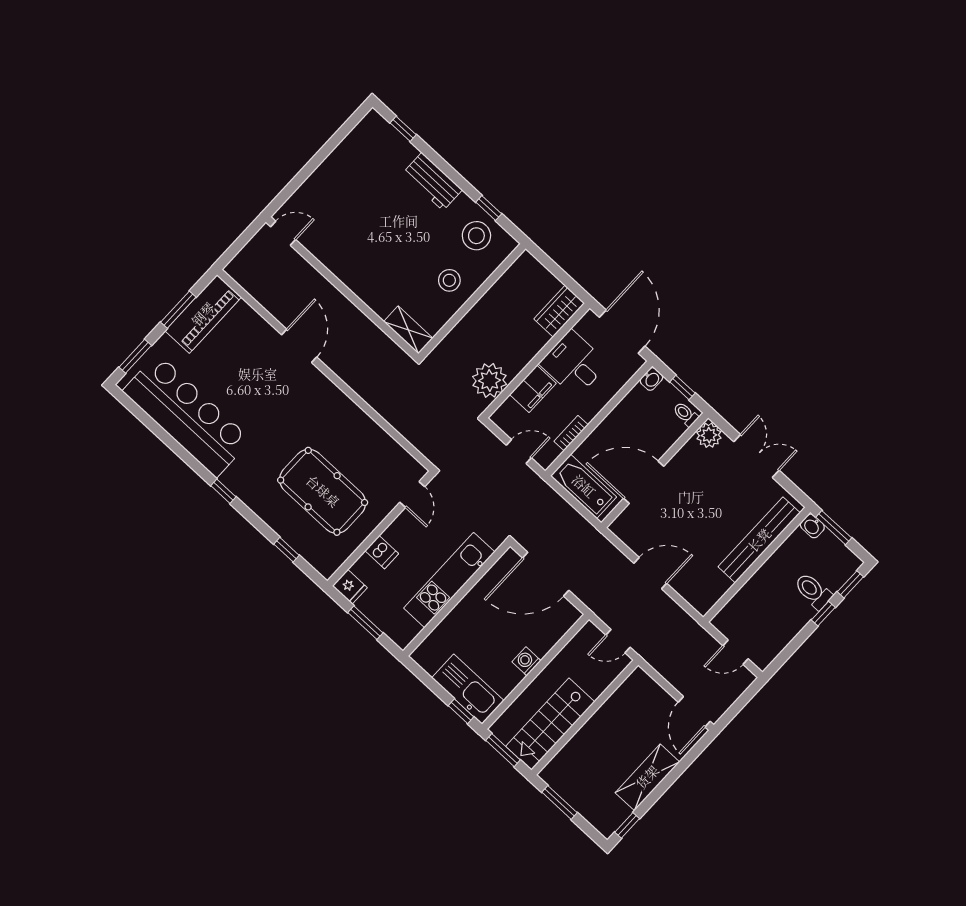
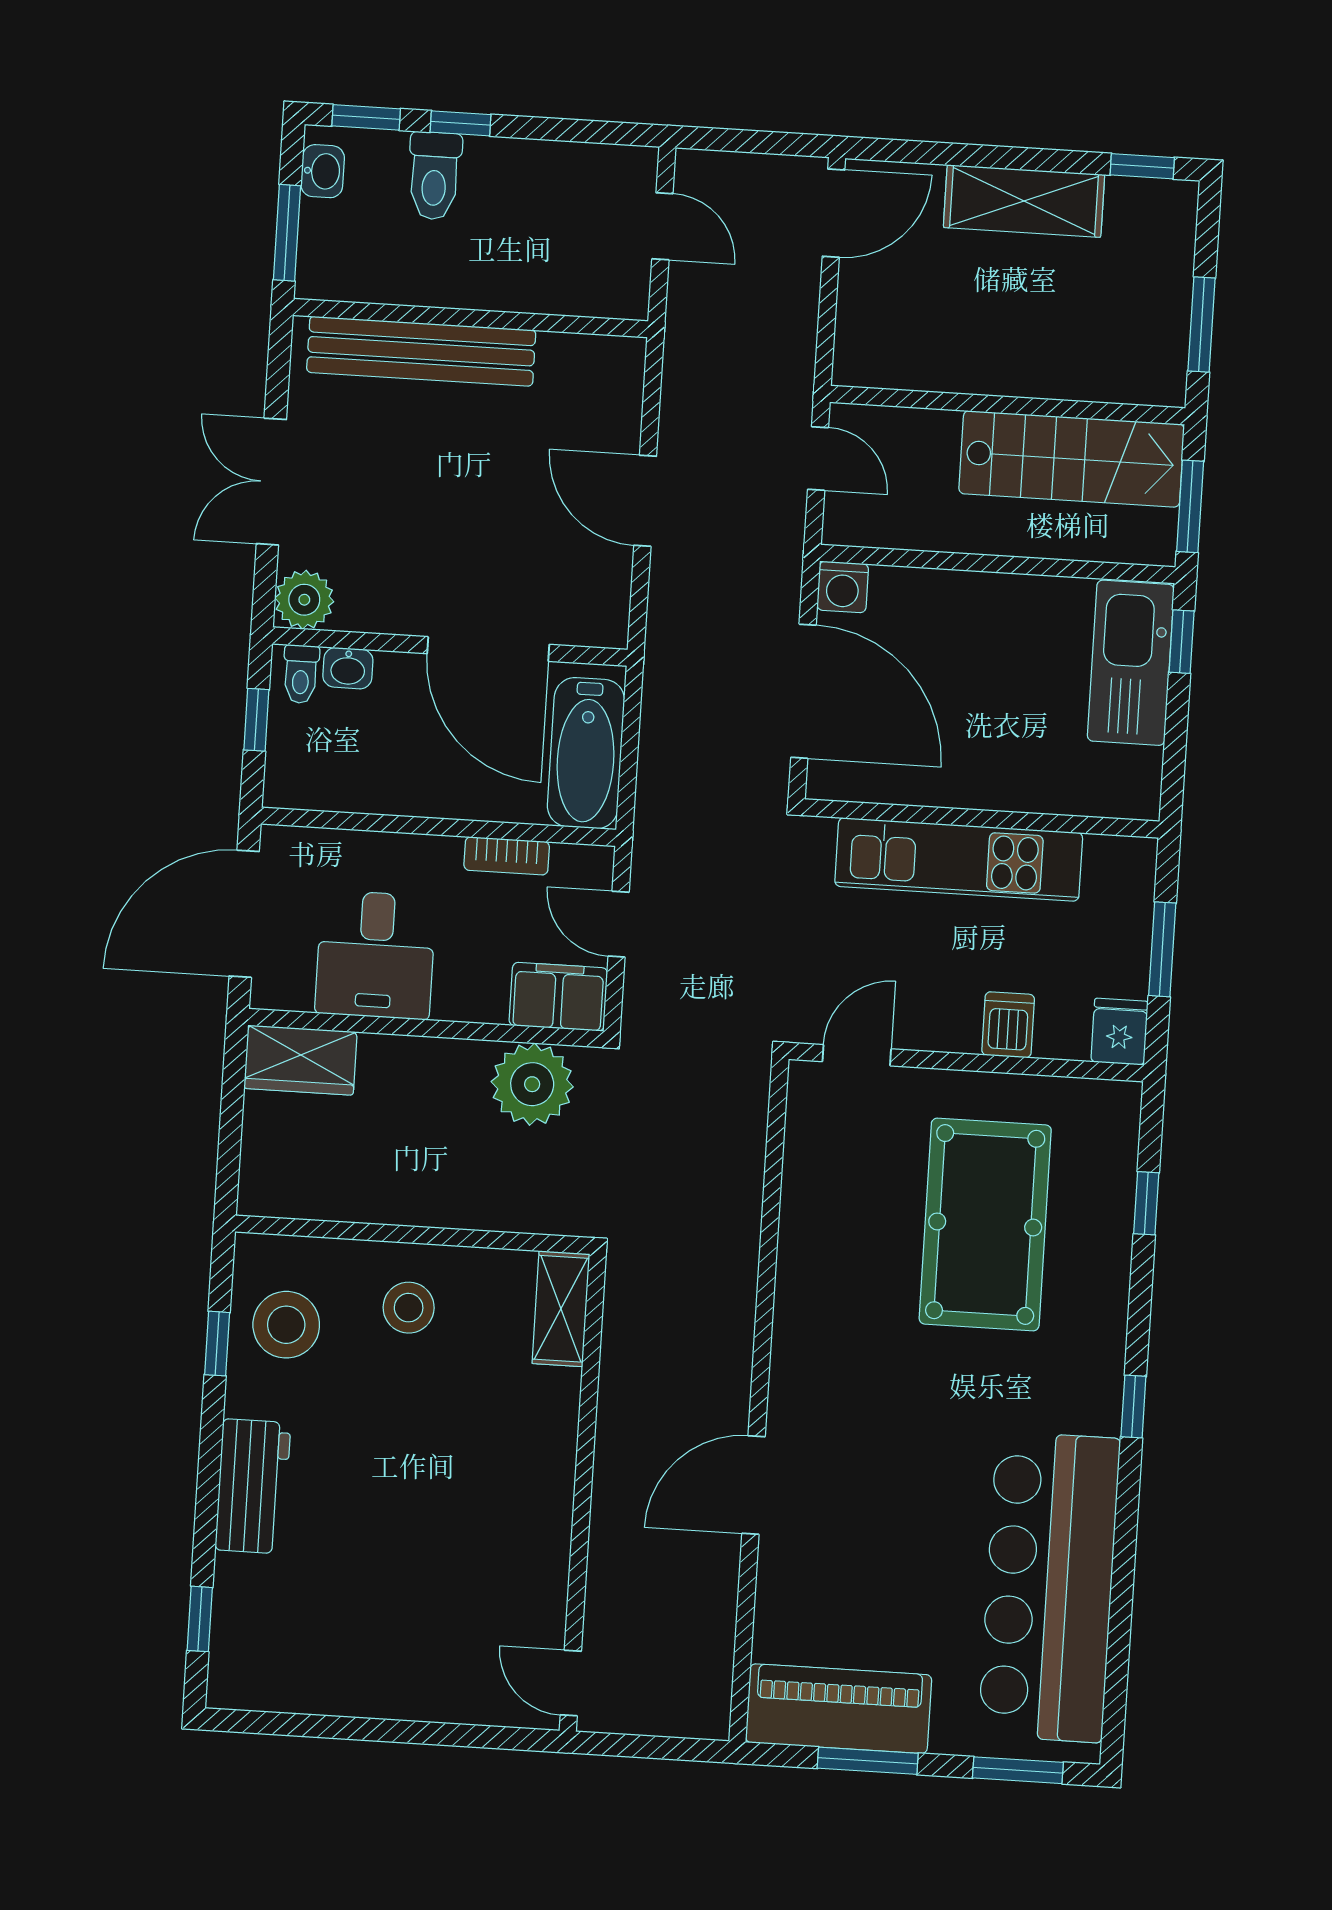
washbasin: (651, 379) -> (348, 668), moved, turned 180
filing cabinet: (533, 389) -> (558, 997), moved
washbasin: (812, 526) -> (323, 171), moved
washing machine: (526, 661) -> (843, 587), moved

